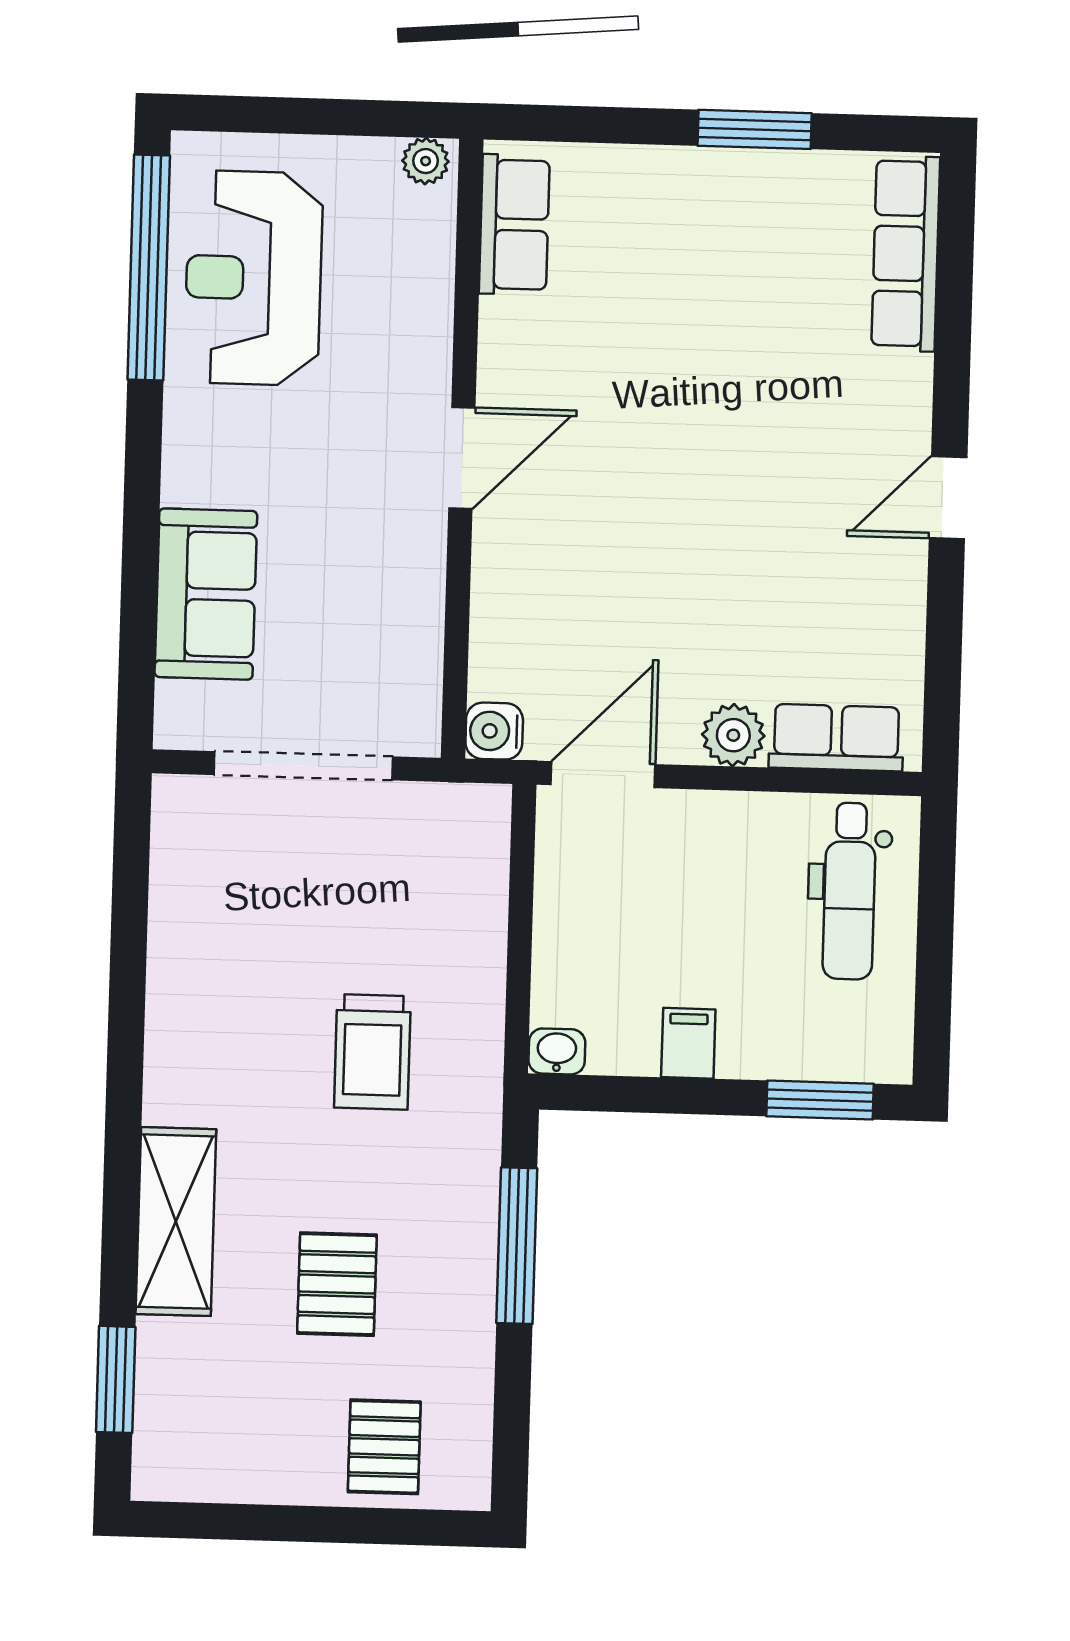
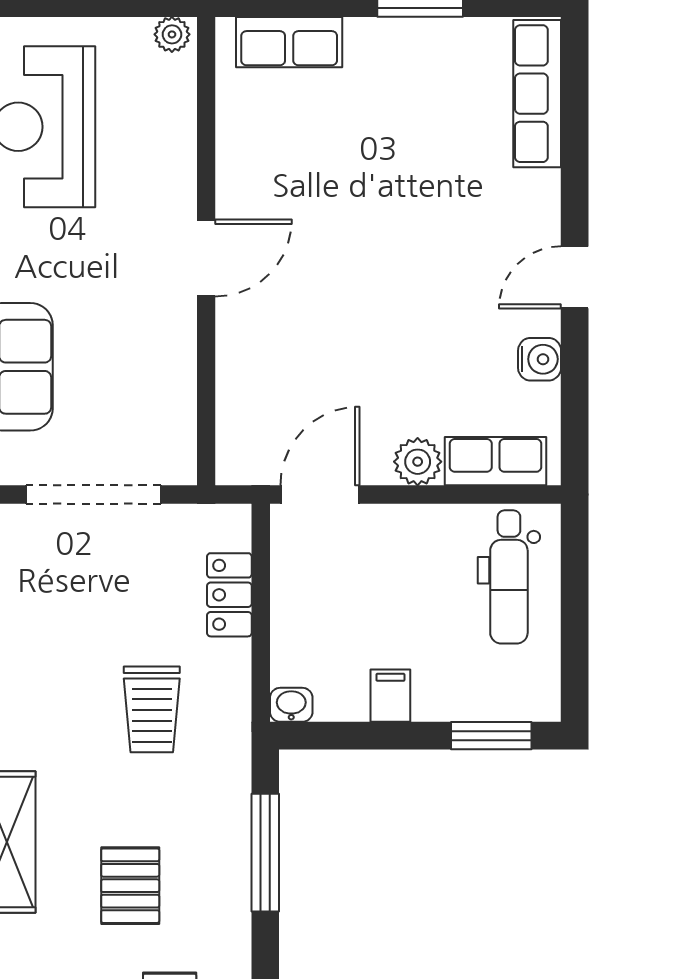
row of seats: (514, 225) -> (289, 42), moved, turned 90
water cooler: (494, 731) -> (540, 359), moved, turned 180
locker: (479, 904) -> (229, 595), added

